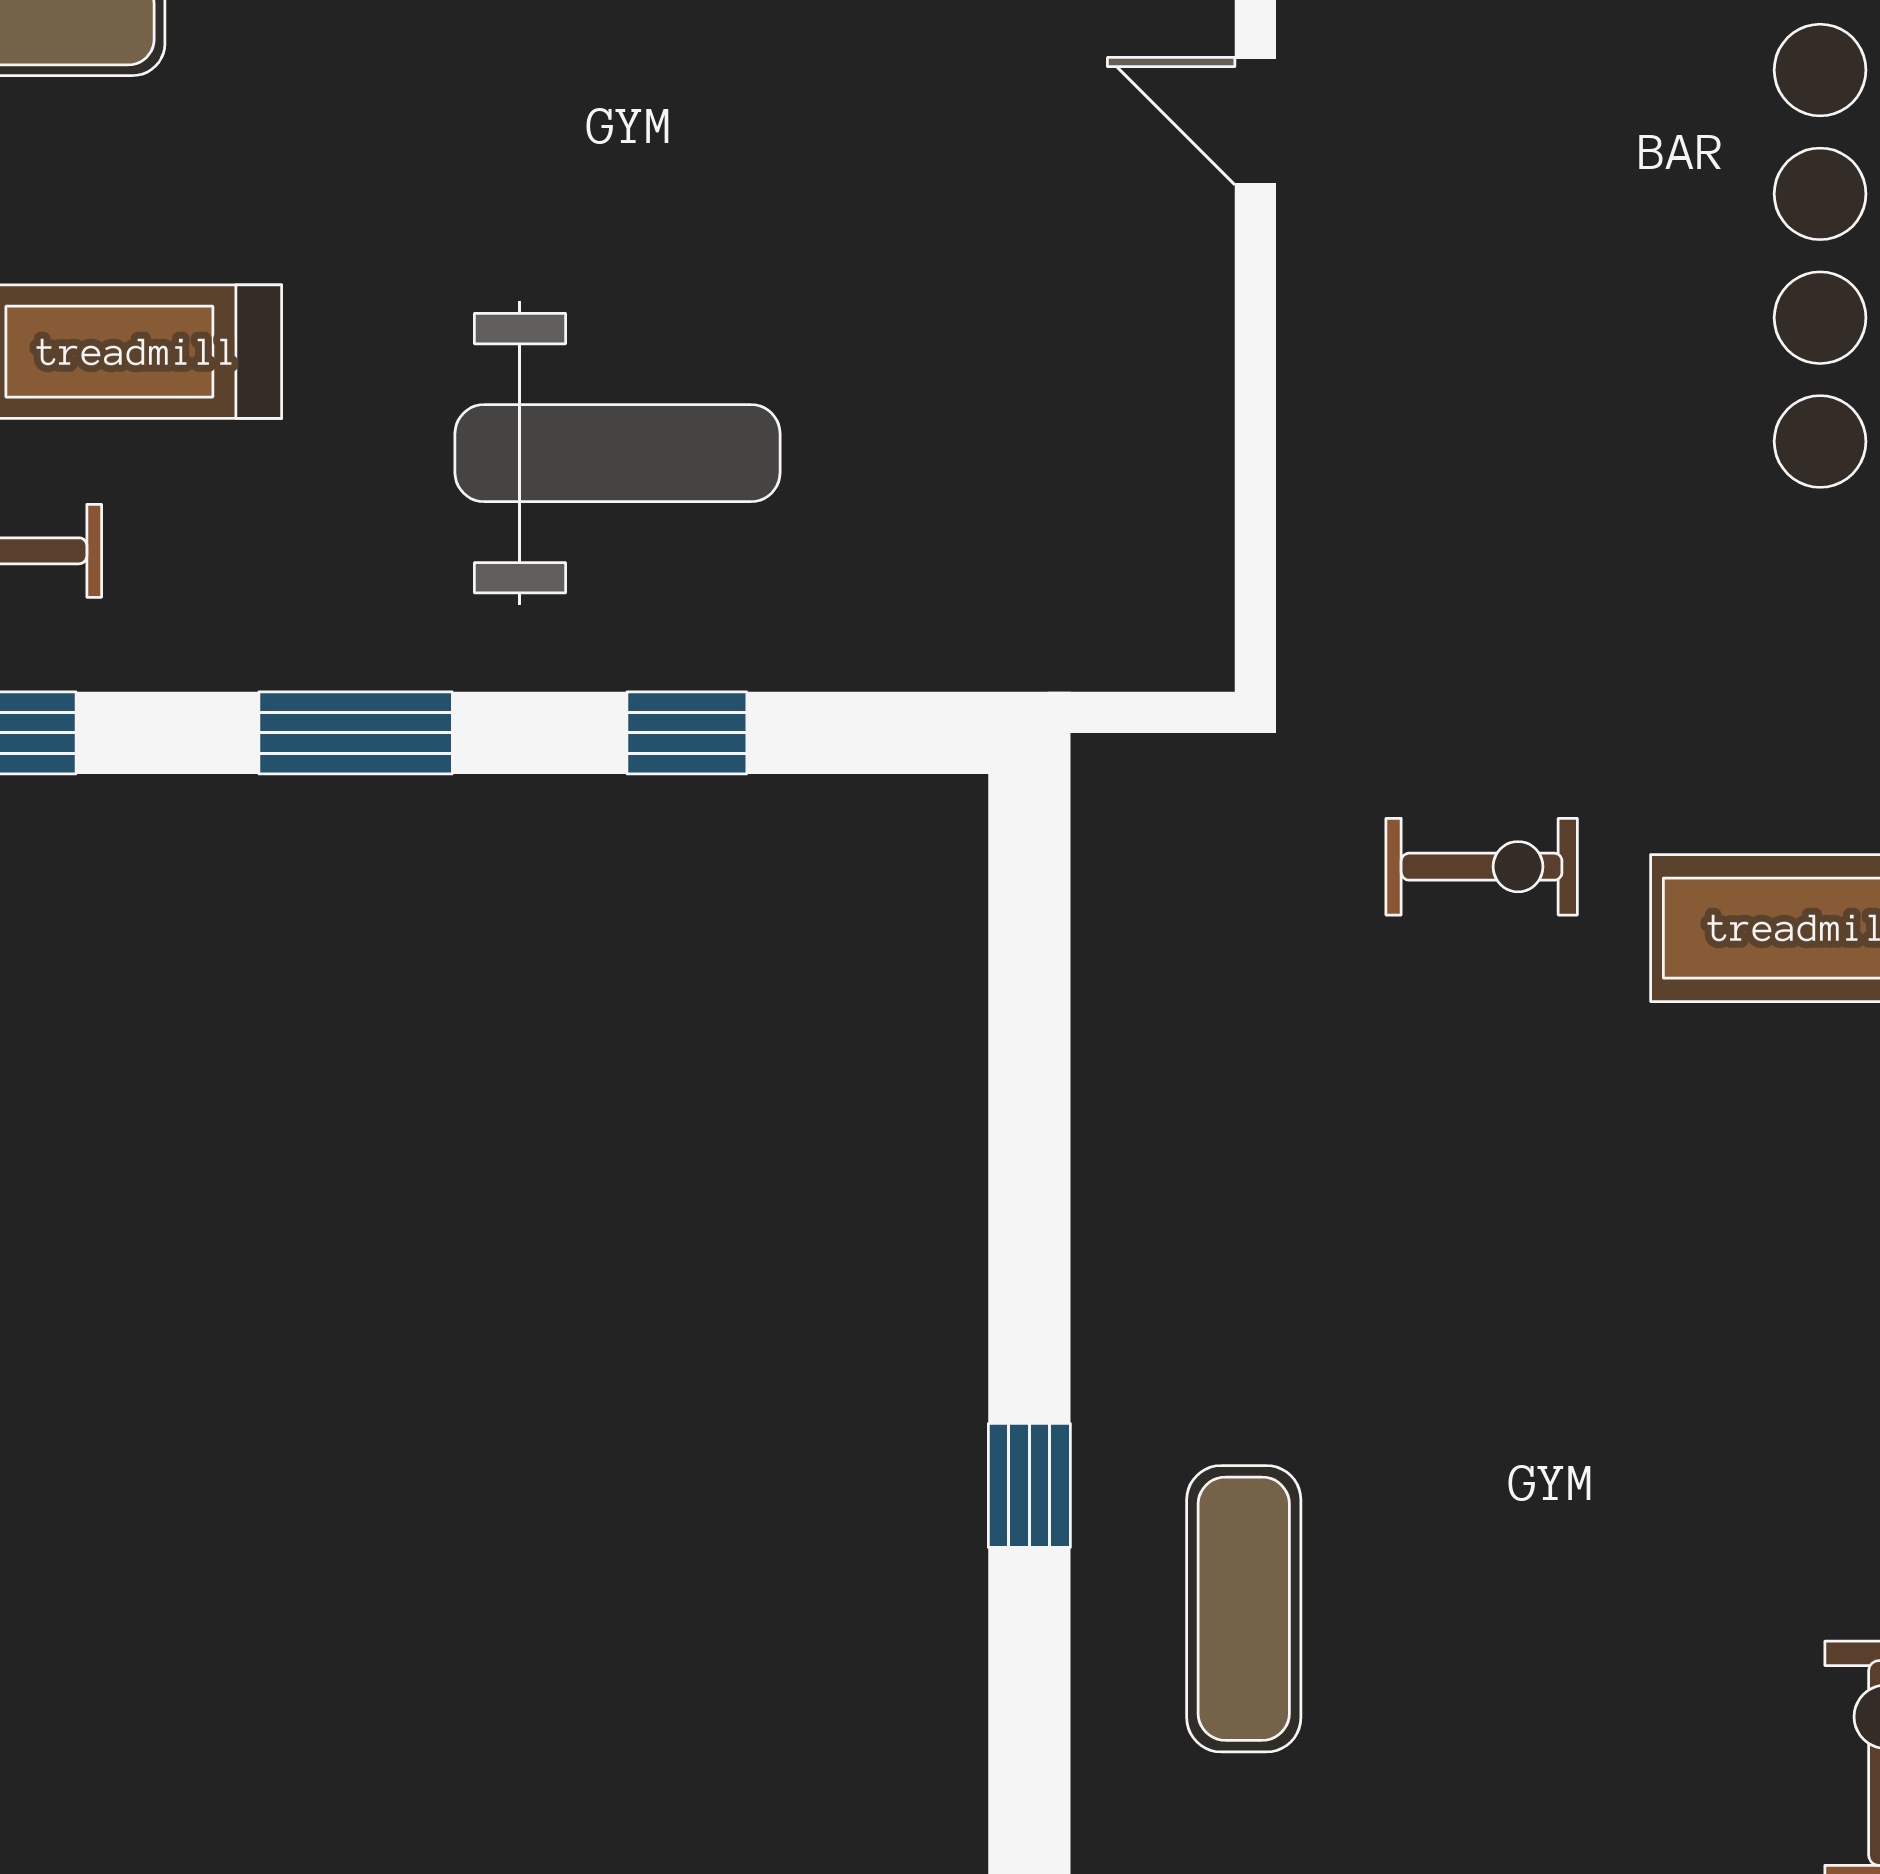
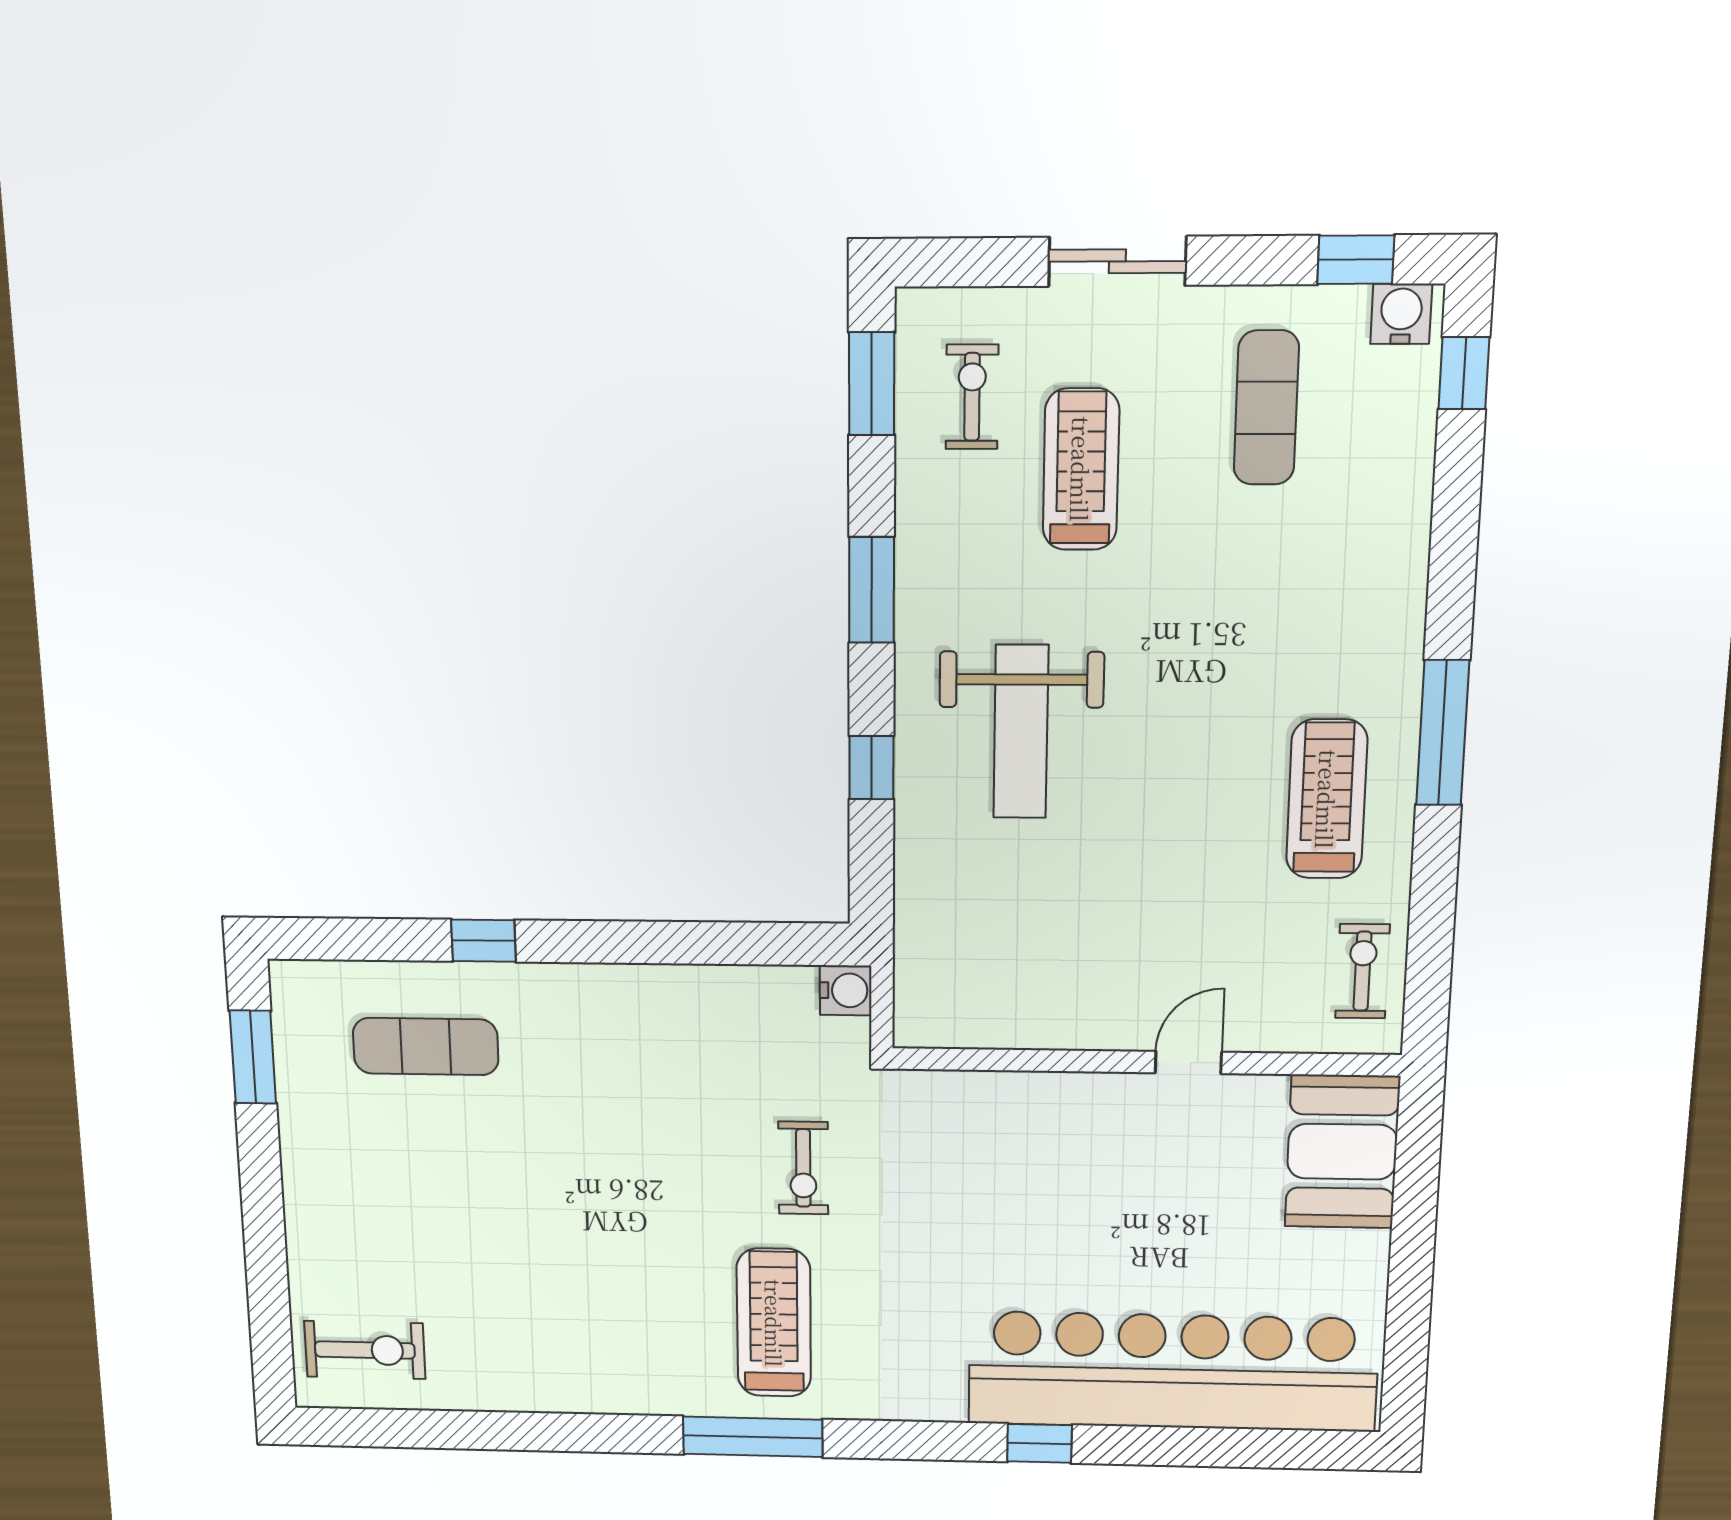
water cooler: (1120, 783) -> (846, 990), added

